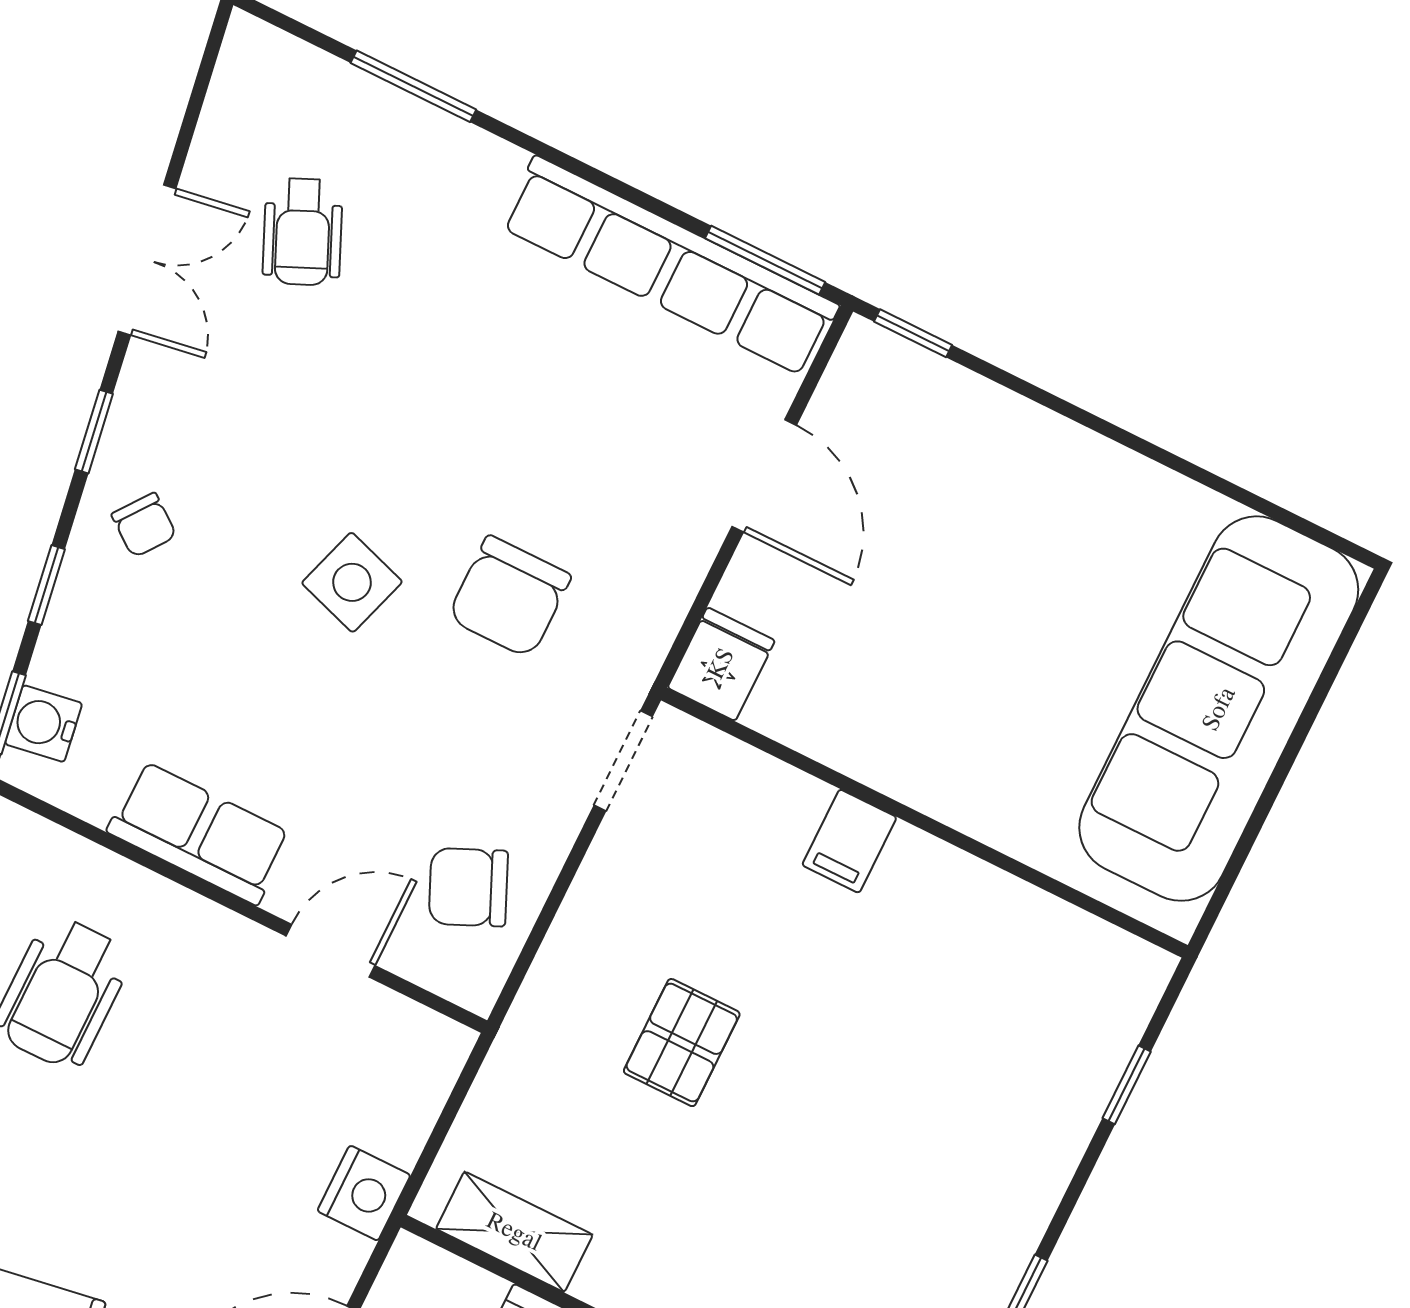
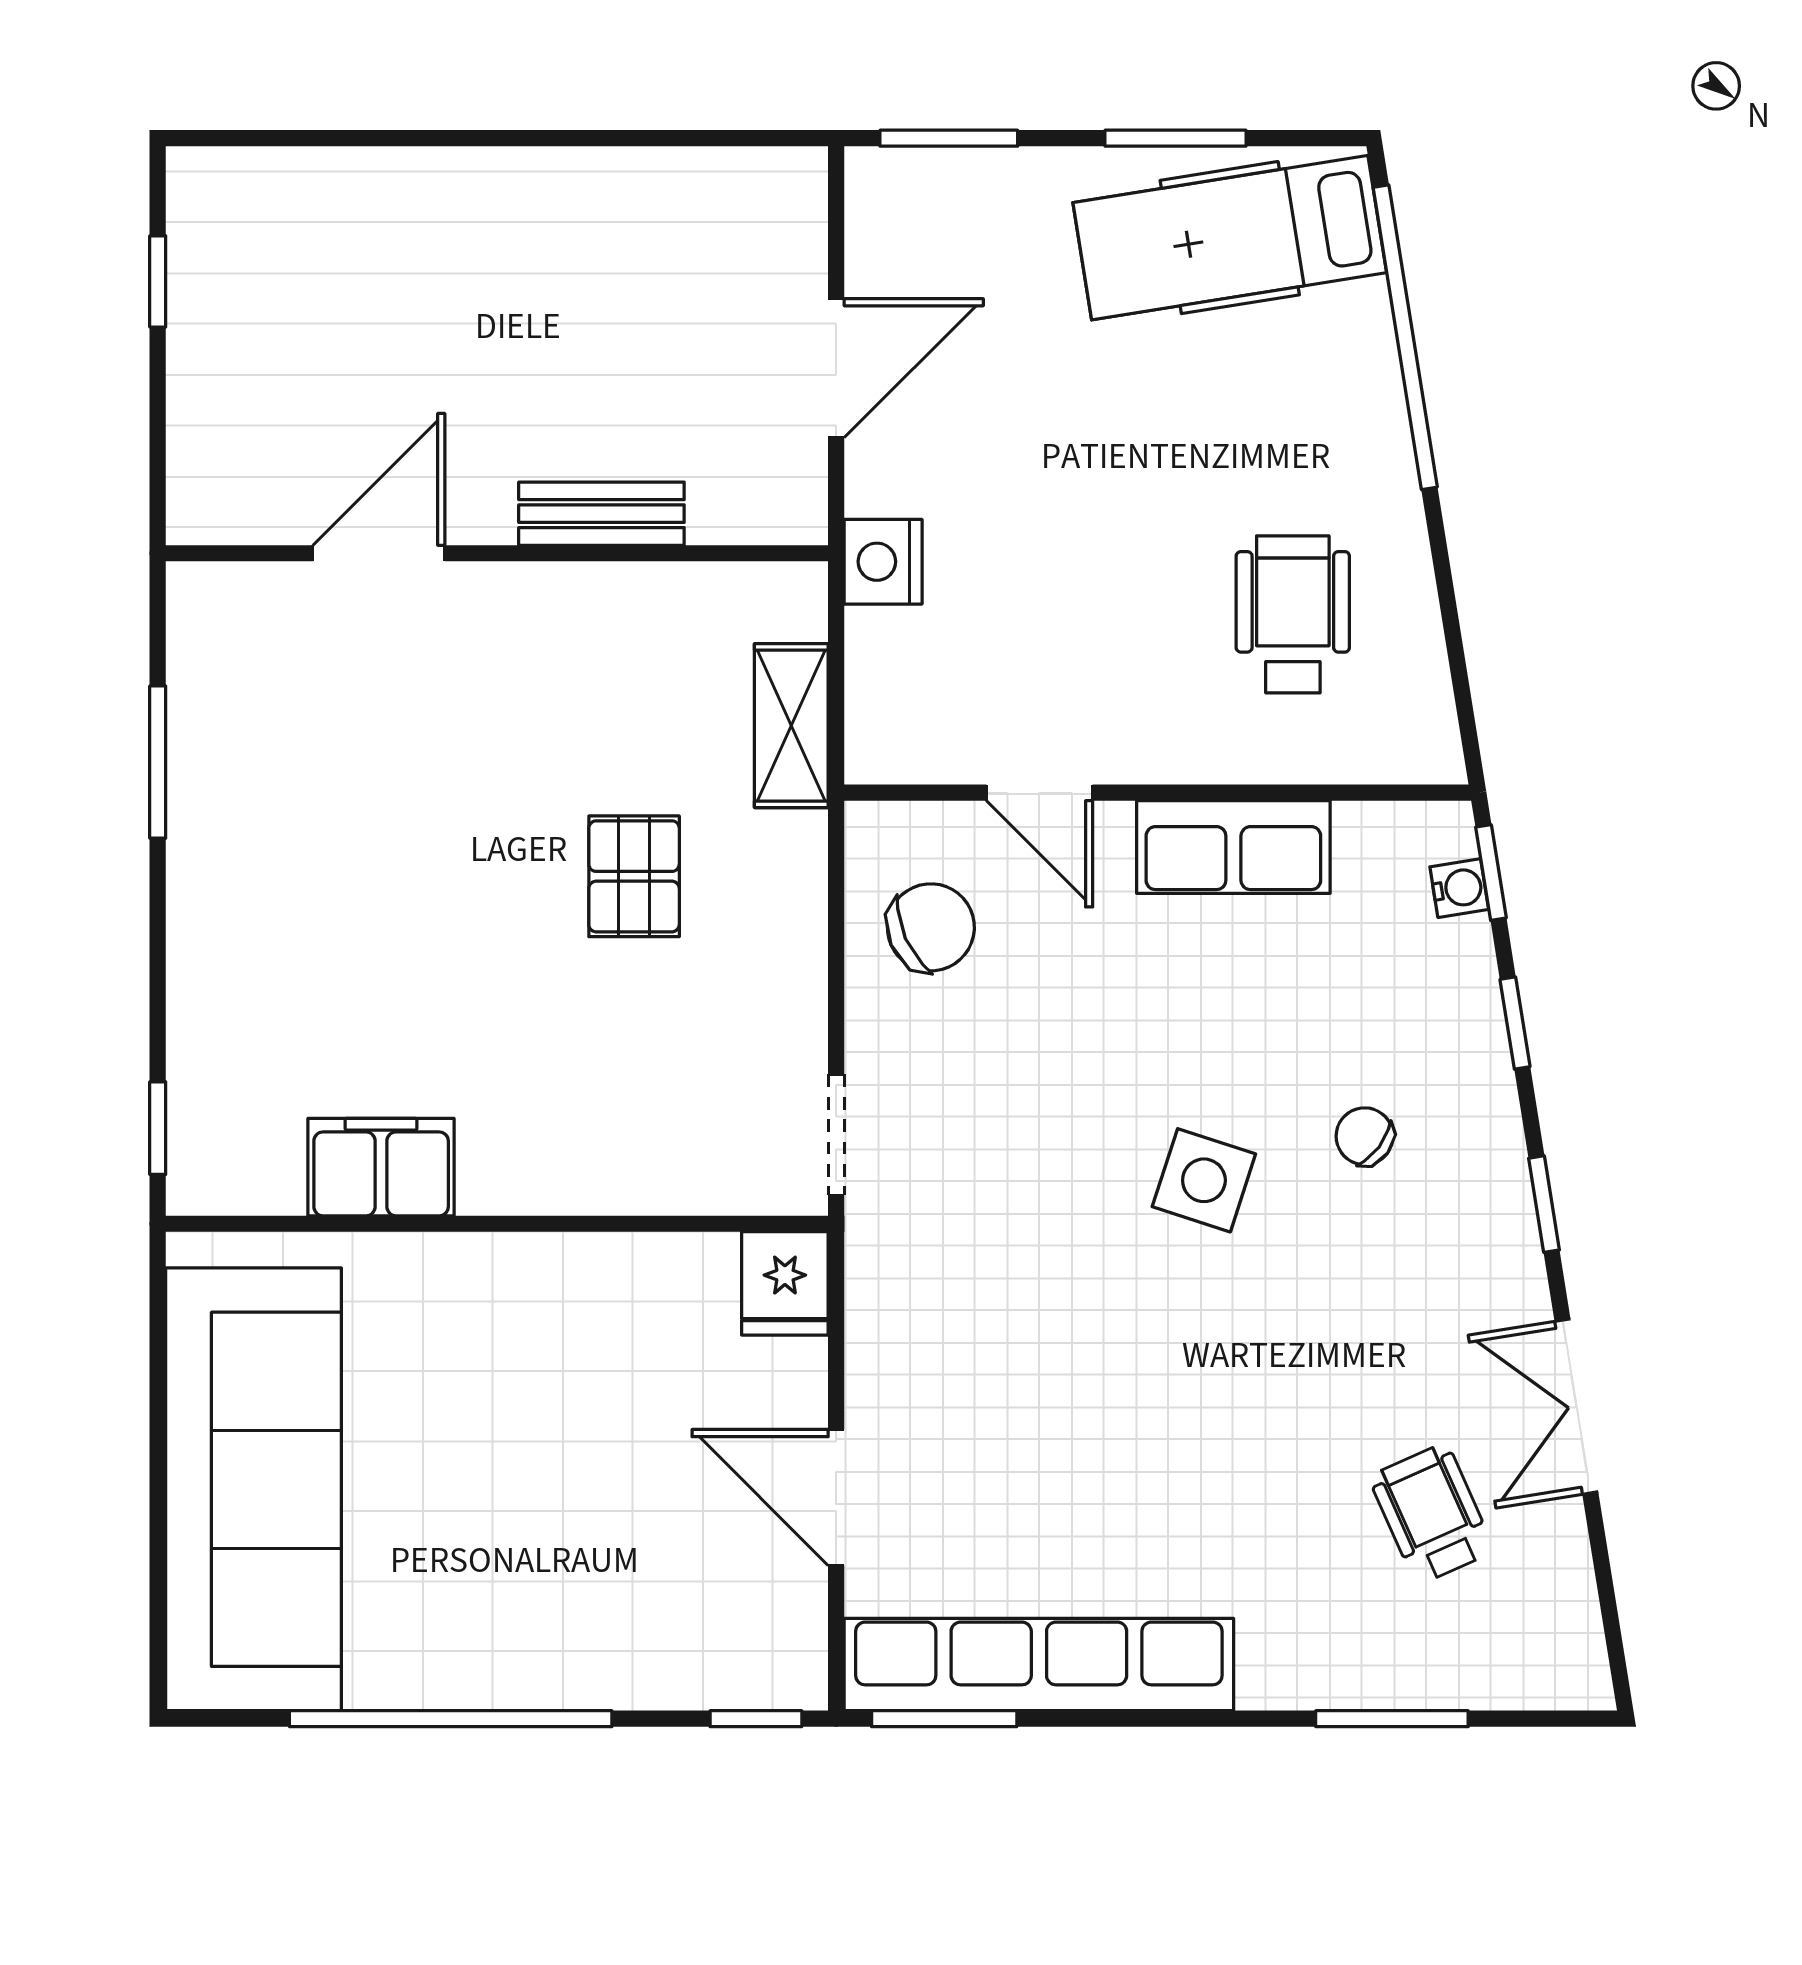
window: (1153, 452) -> (451, 1719), added
chair: (144, 525) -> (1365, 1136), moved
chair: (509, 597) -> (1036, 1245), removed
water cooler: (43, 724) -> (1459, 888), width x0.72, depth x0.72
filing cabinet: (849, 841) -> (381, 1167), moved, width x2.00
door: (331, 951) -> (1040, 793), hinge flipped
window: (1127, 1085) -> (158, 1128), moved
shelving: (514, 1232) -> (791, 726), moved, turned 90

